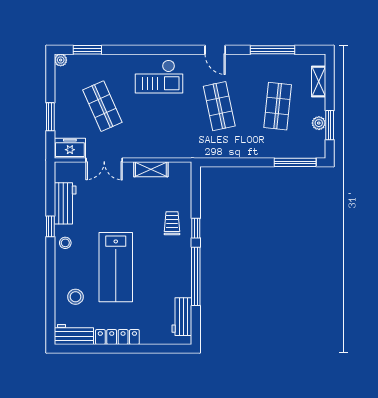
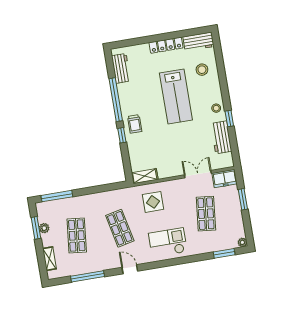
shop shelf: (102, 106) -> (206, 214), turned 30
display table: (170, 133) -> (153, 202), added
shelving: (151, 169) -> (145, 176), moved
trolley: (172, 223) -> (135, 124), moved
lab bench: (116, 267) -> (176, 97), turned 180

